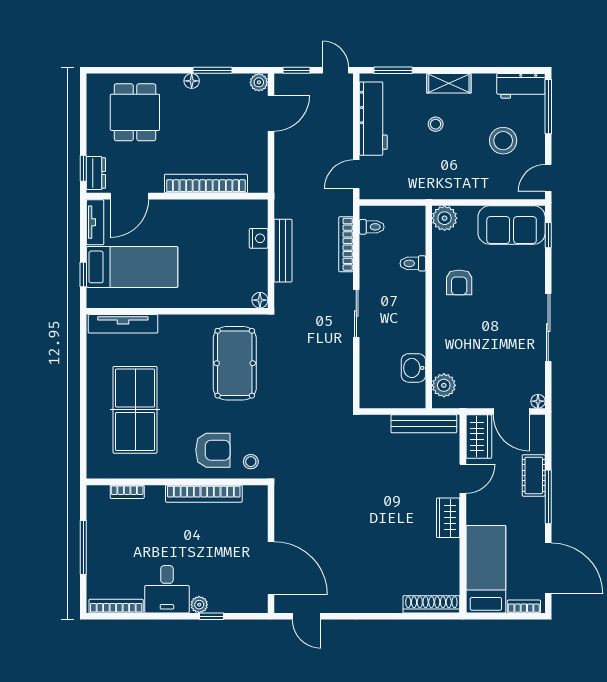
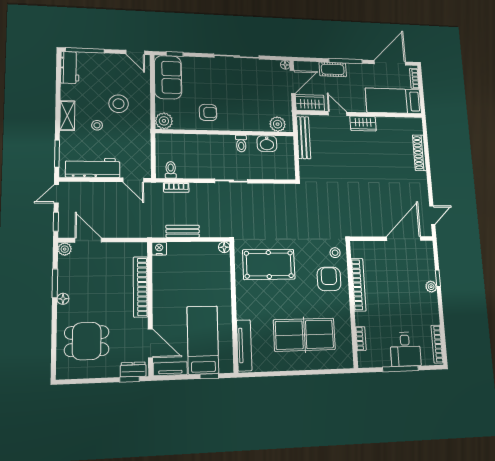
stool: (503, 141) -> (119, 104), moved
nightstand: (259, 238) -> (159, 249), moved
bookcase: (346, 244) -> (176, 187), width x0.64
bench: (283, 251) -> (183, 231), width x0.73
toilet: (413, 263) -> (241, 143), moved
desk: (167, 589) -> (405, 349), moved, turned 90
shoe rack: (431, 604) -> (419, 153), moved

